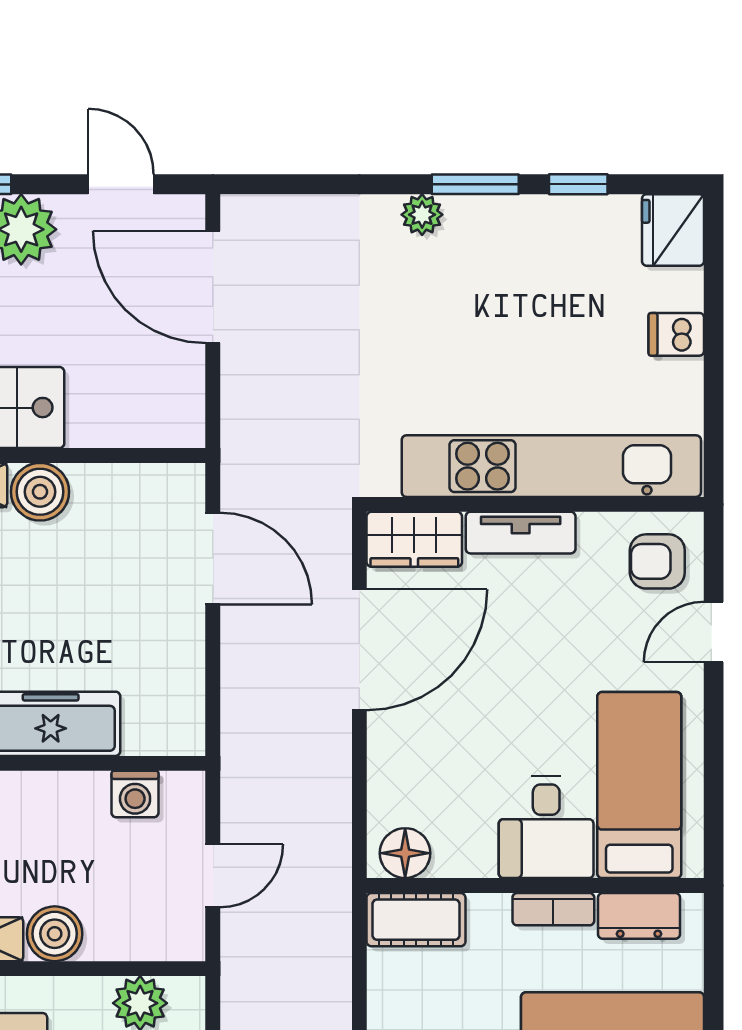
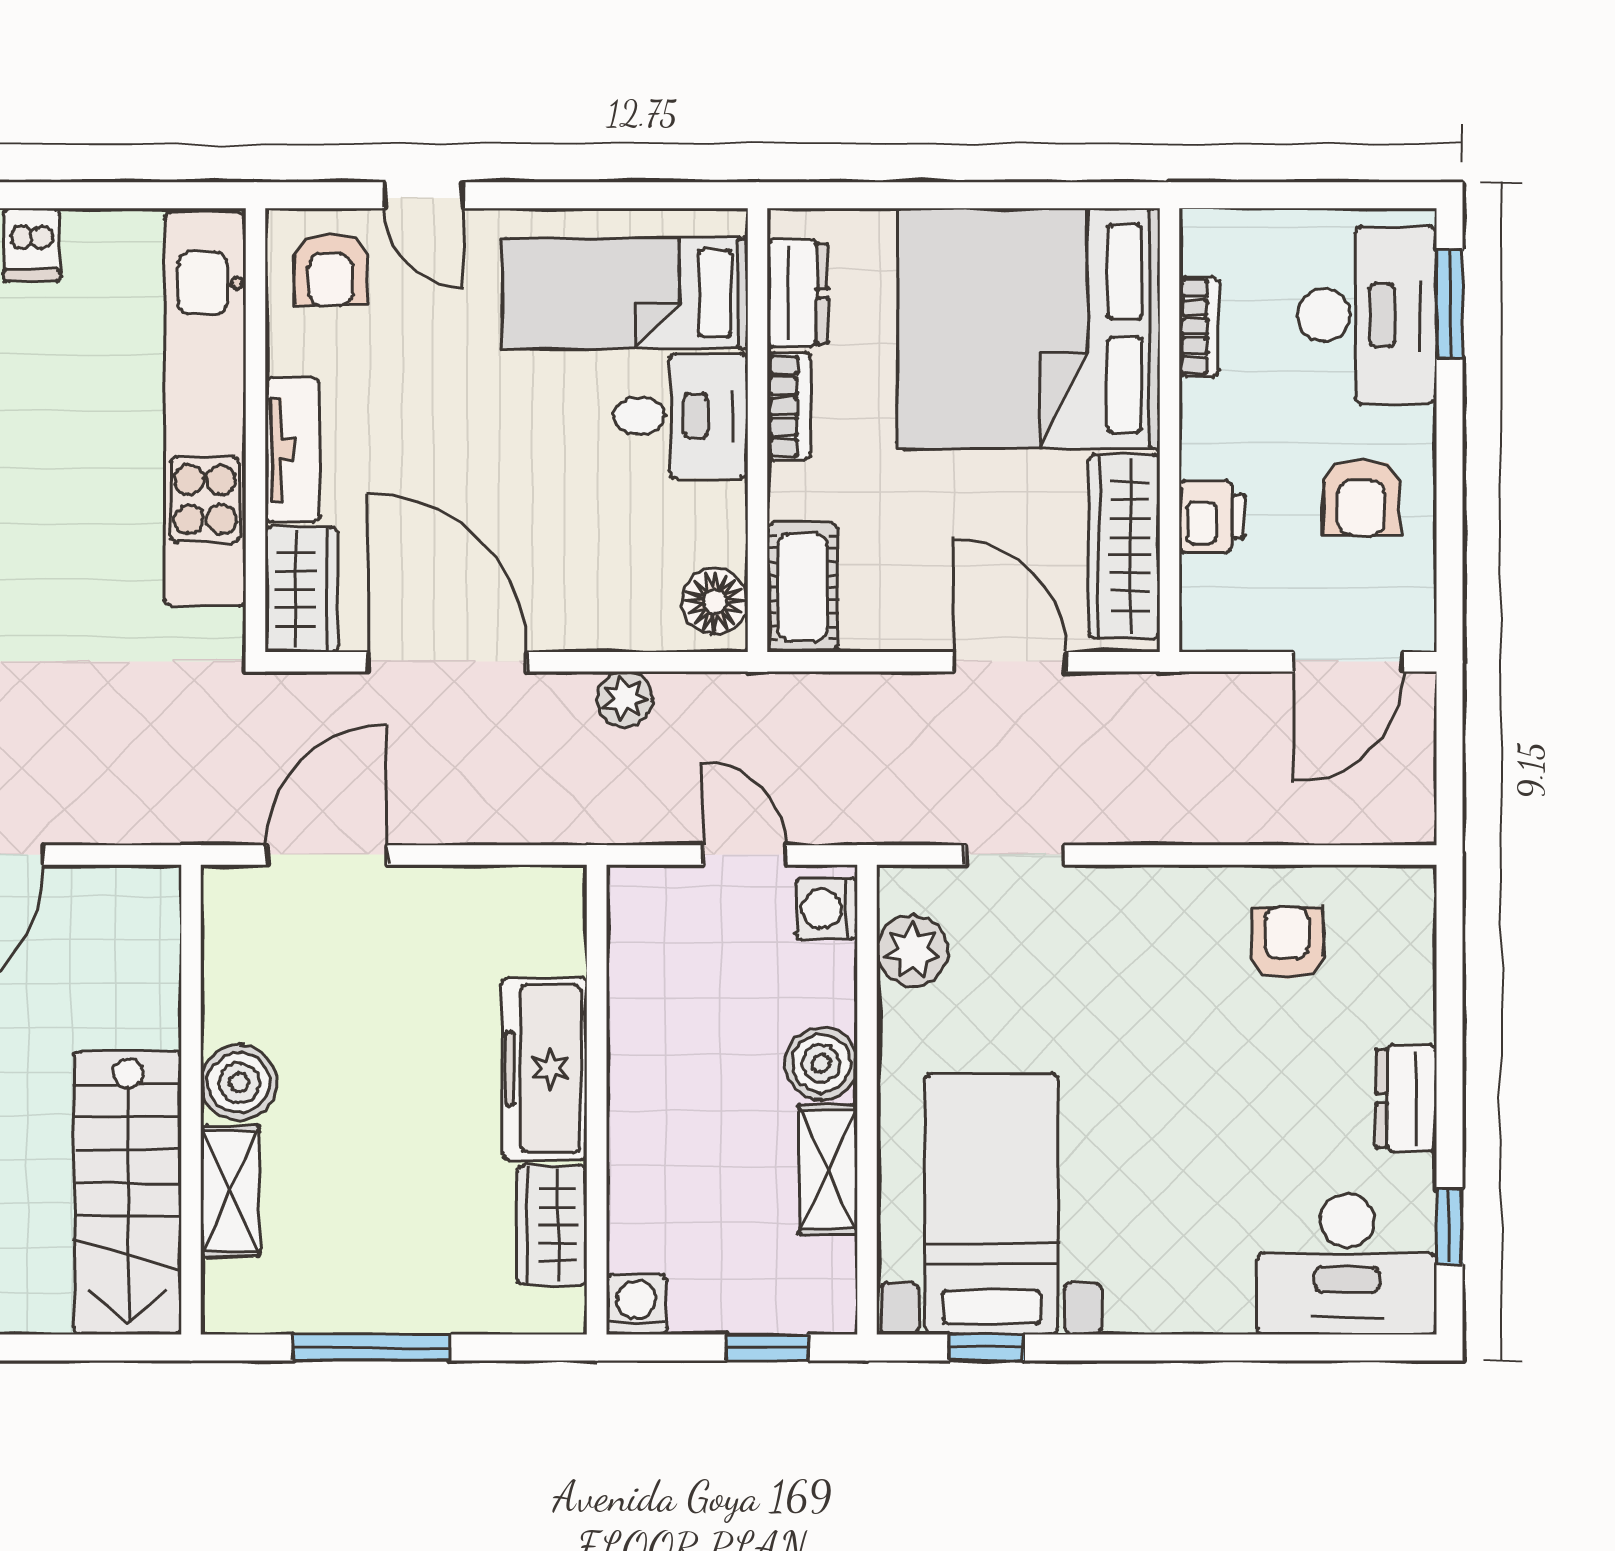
plant: (331, 785) -> (625, 699), added
washing machine: (135, 794) -> (827, 909), moved, turned 180

